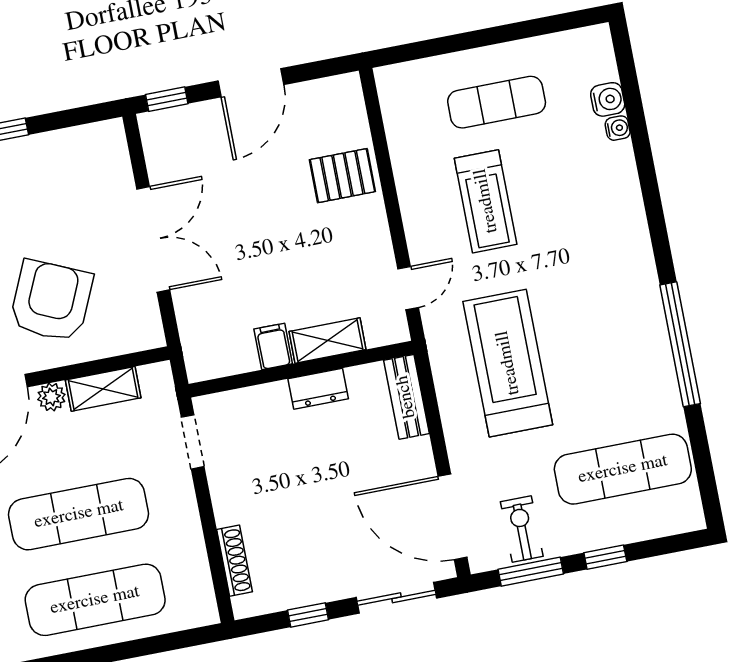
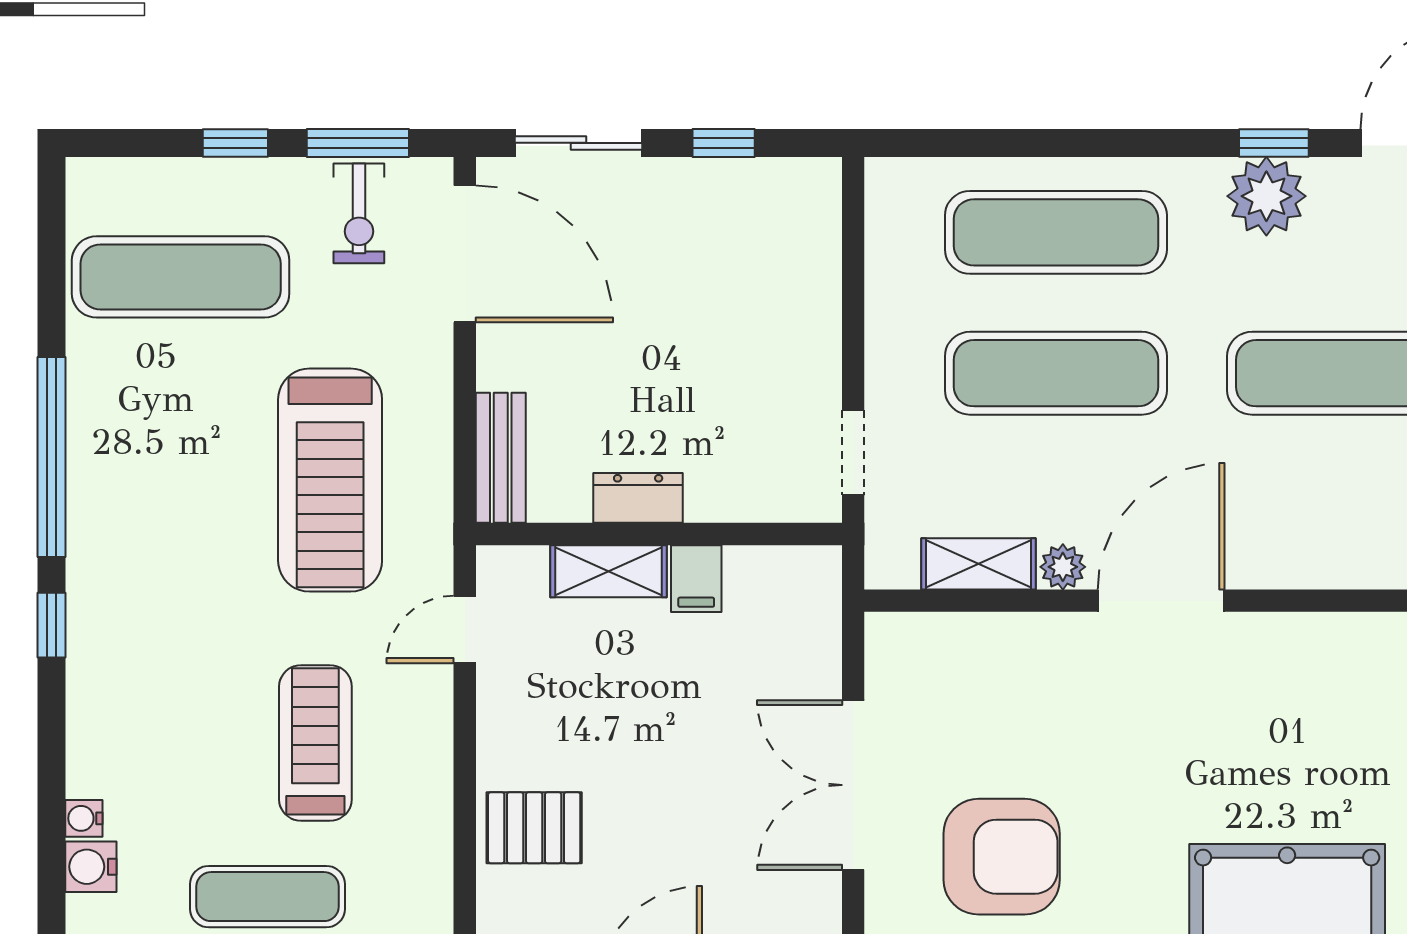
window: (660, 242) -> (52, 625), added
armchair: (51, 301) -> (1002, 857), moved, turned -114
shoe rack: (235, 561) -> (823, 251), removed

